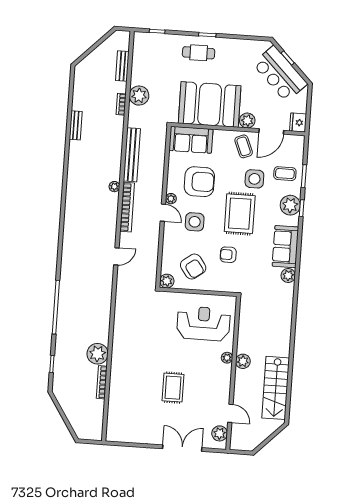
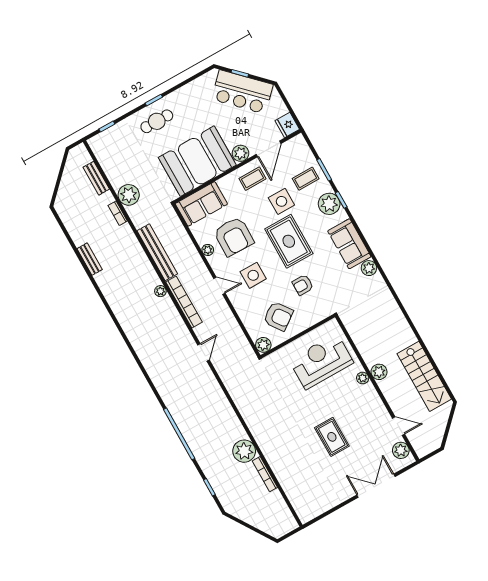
coffee table: (244, 146) -> (253, 179), turned -68
armchair: (199, 182) -> (234, 236), turned 91
plant: (171, 199) -> (208, 250), moved

